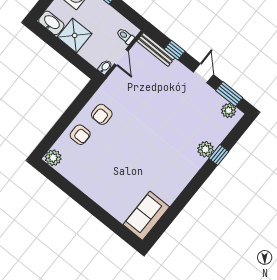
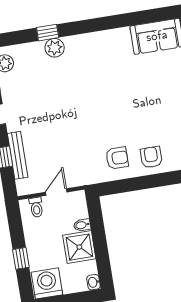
washbasin: (51, 23) -> (93, 282), width x0.52, depth x0.69
bench: (156, 50) -> (18, 155), moved
bidet: (105, 67) -> (82, 225), moved

